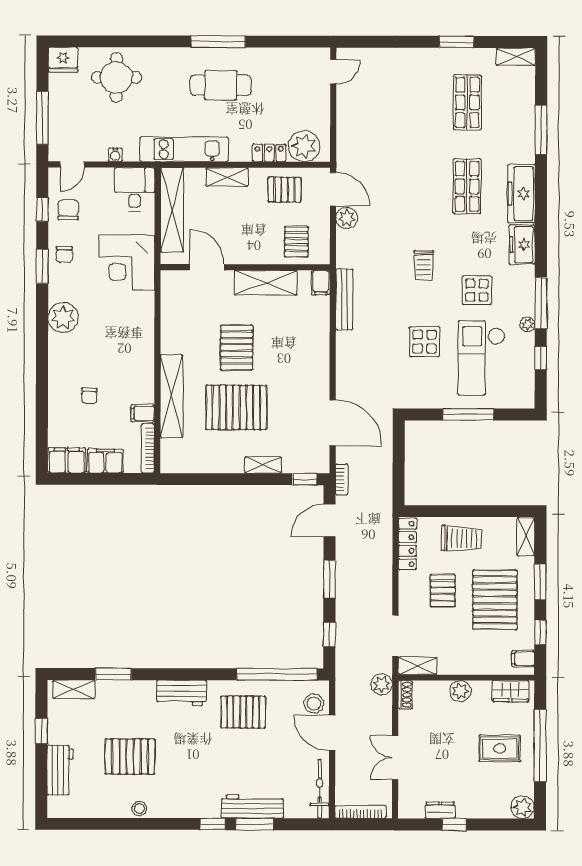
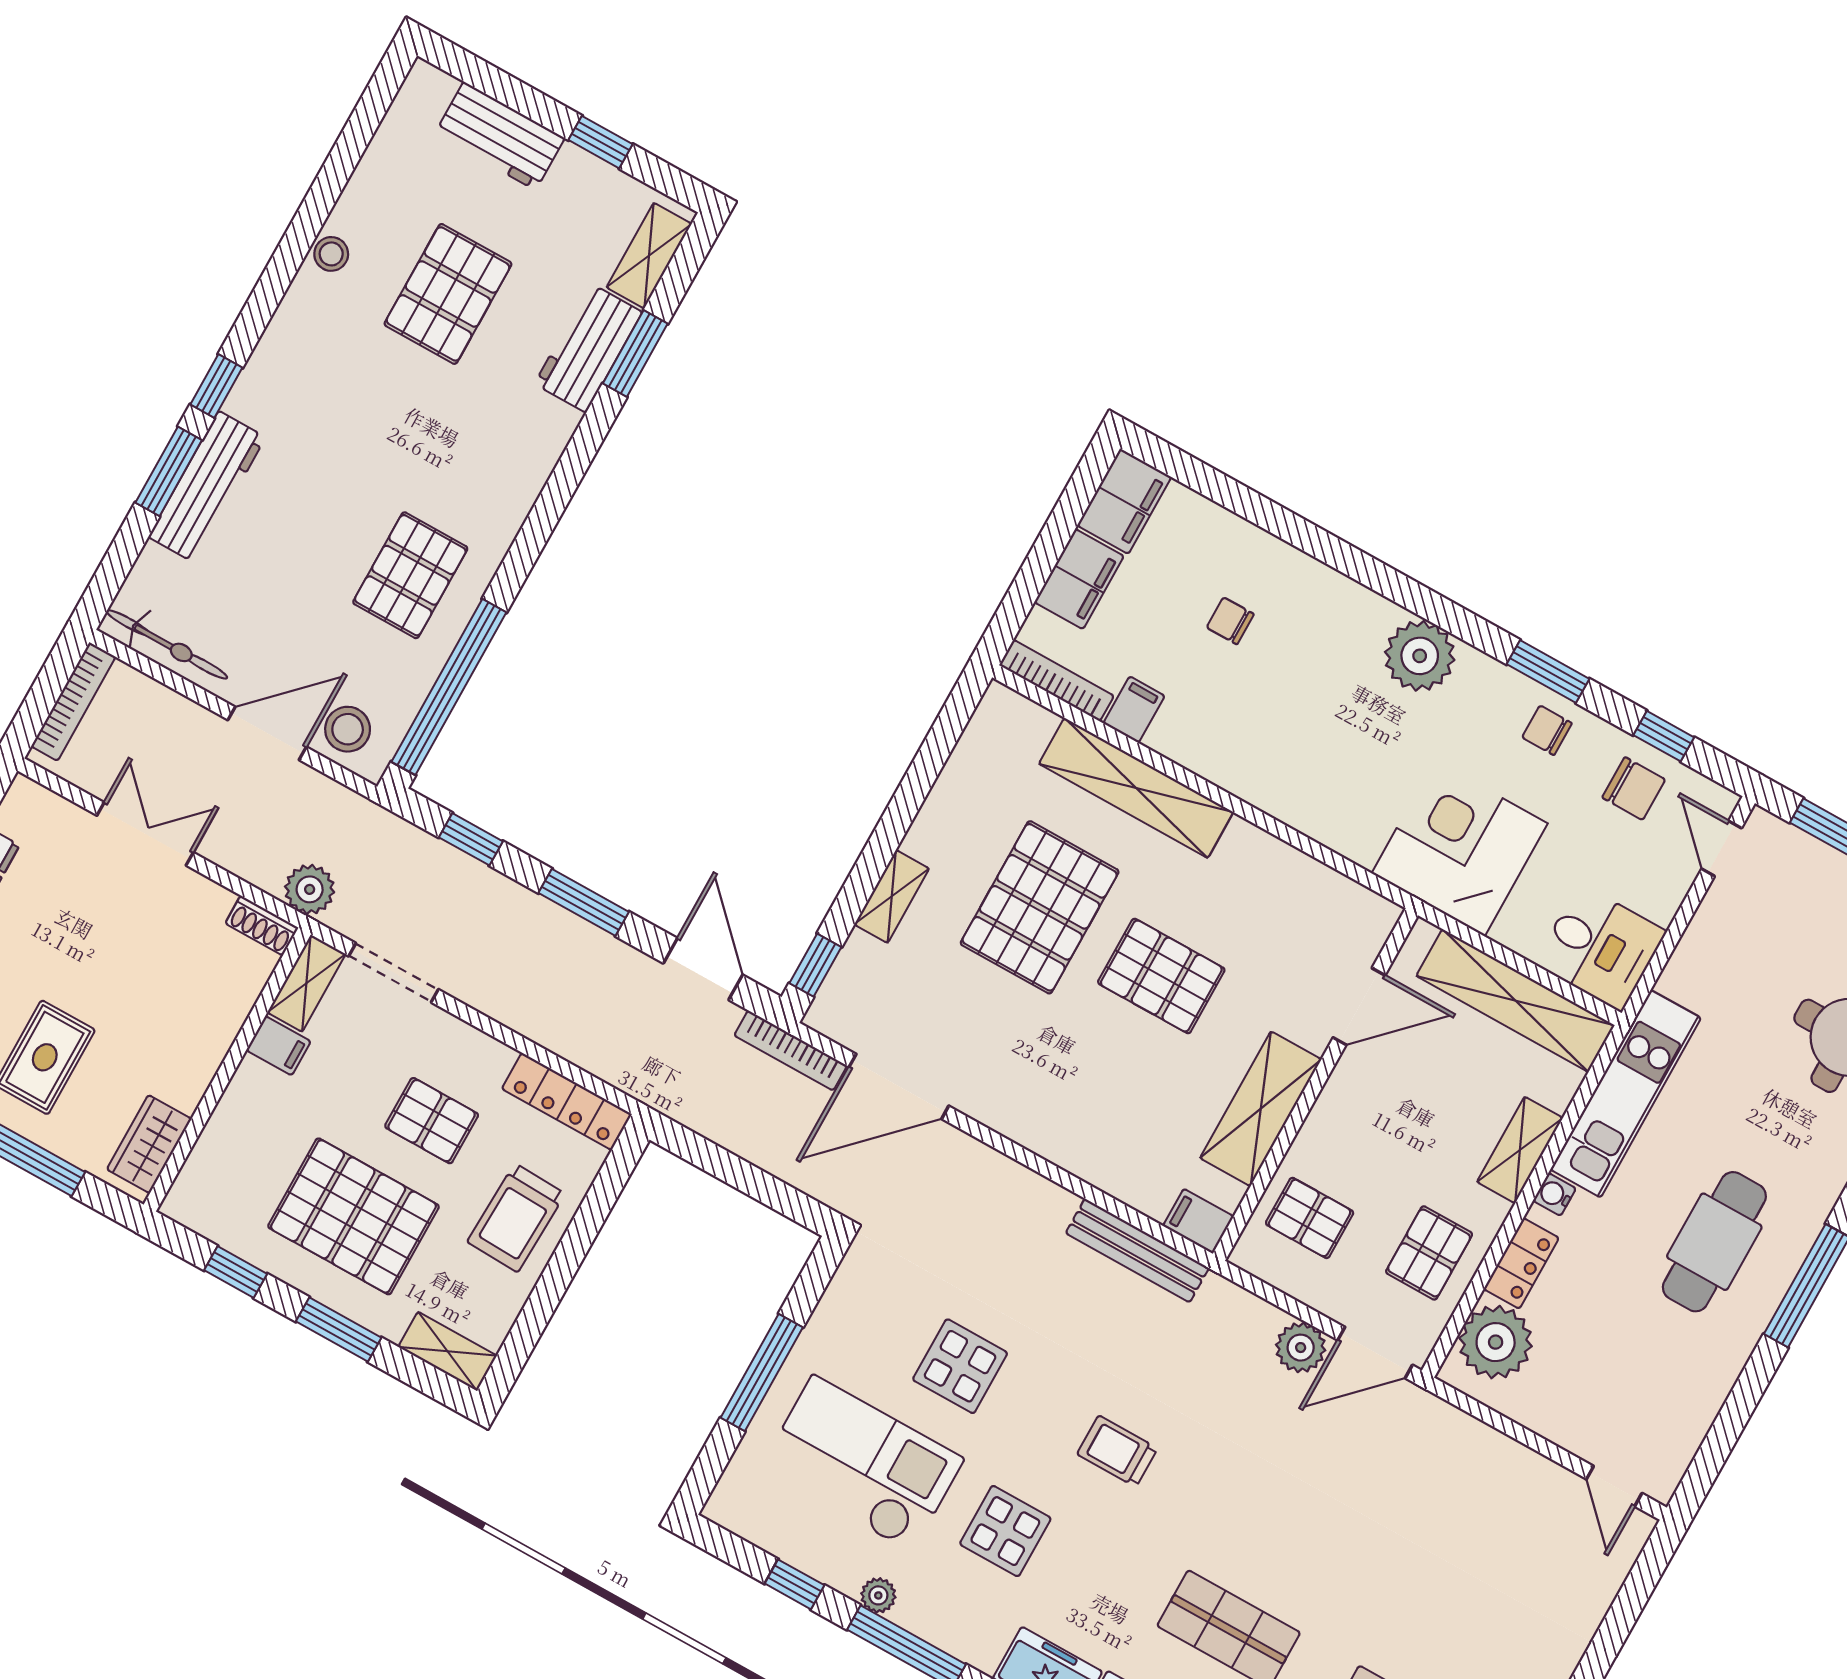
water cooler: (115, 155) -> (1554, 1194), moved
bookcase: (342, 480) -> (791, 1050), width x1.56
filing cabinet: (523, 659) -> (278, 1046), moved, turned 90
plant: (460, 691) -> (206, 1042), removed
workbench: (182, 693) -> (588, 348), moved

